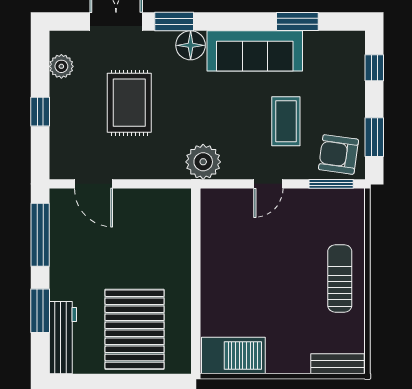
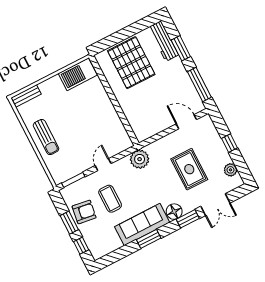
window: (297, 21) -> (149, 239), moved
window: (374, 137) -> (69, 223), moved
armchair: (338, 154) -> (84, 212), moved

